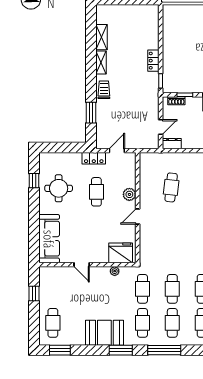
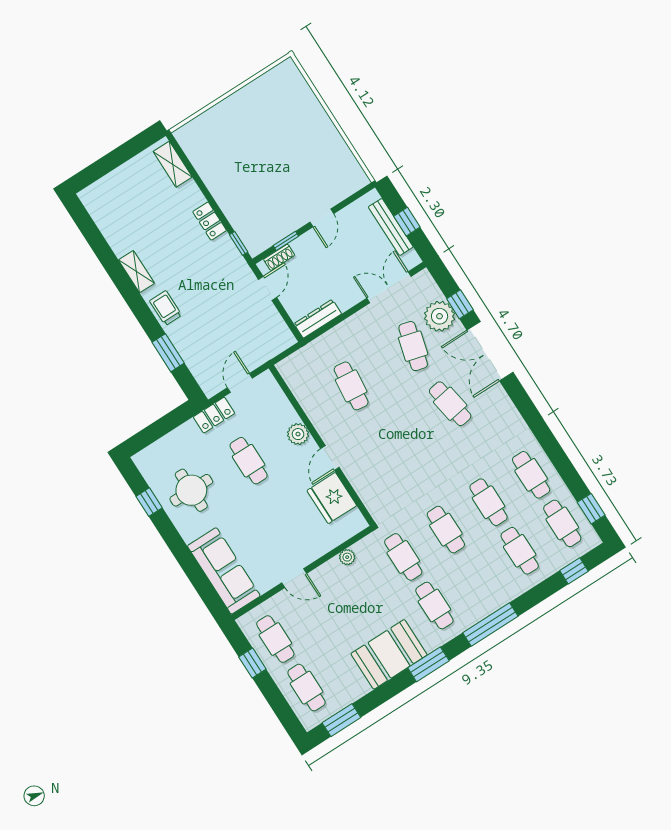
shelving: (101, 37) -> (173, 164), moved
door: (161, 127) -> (267, 288), moved
dresser: (172, 144) -> (318, 319), width x1.44
fridge: (121, 253) -> (332, 498), moved, turned -90
cafe table: (172, 323) -> (275, 639), moved

